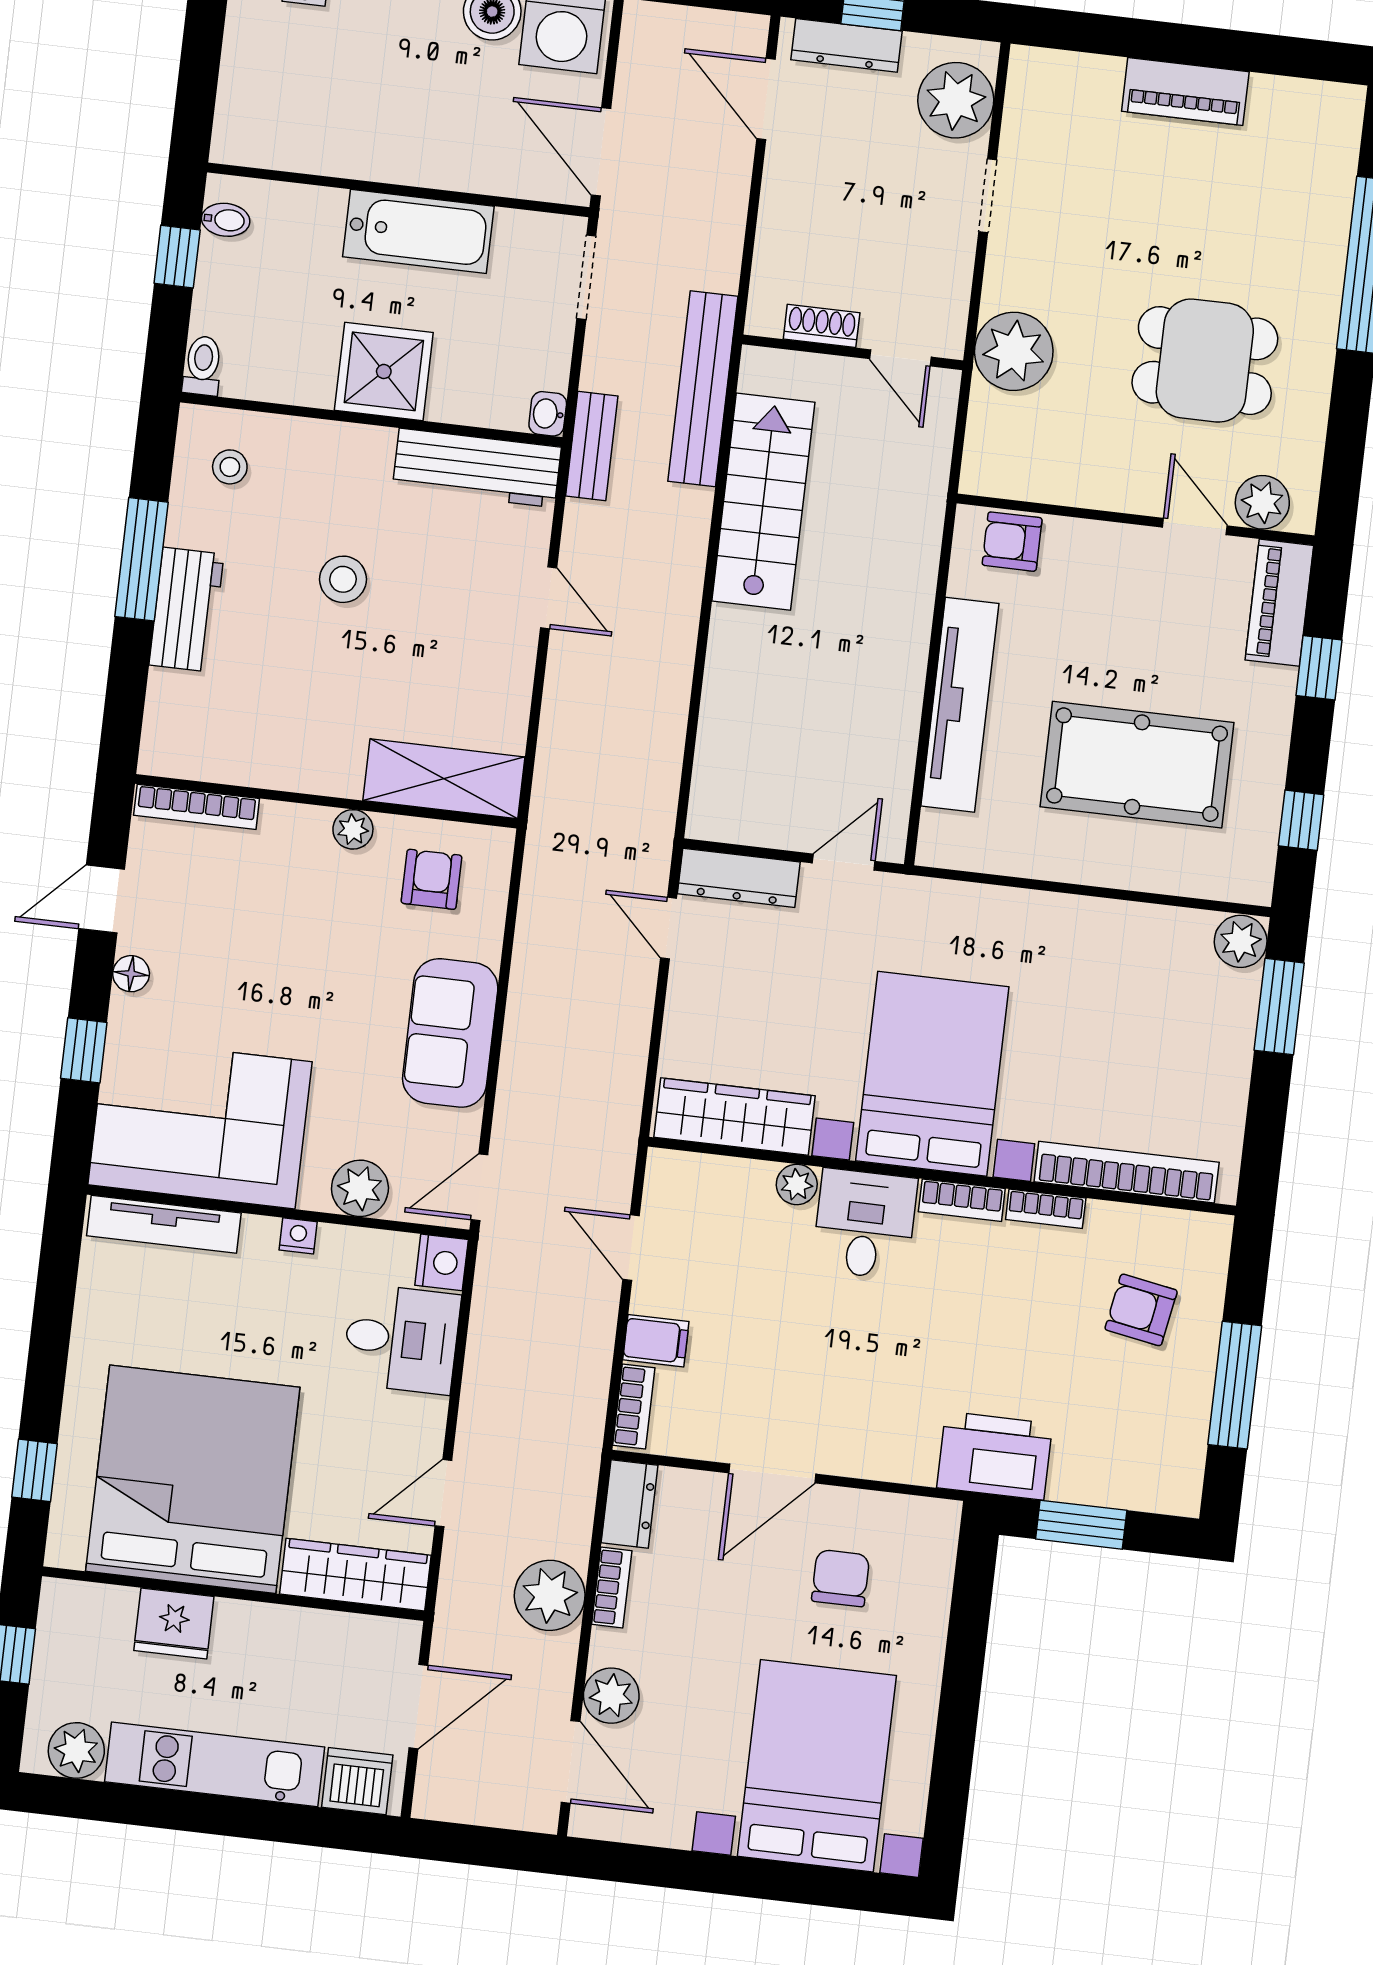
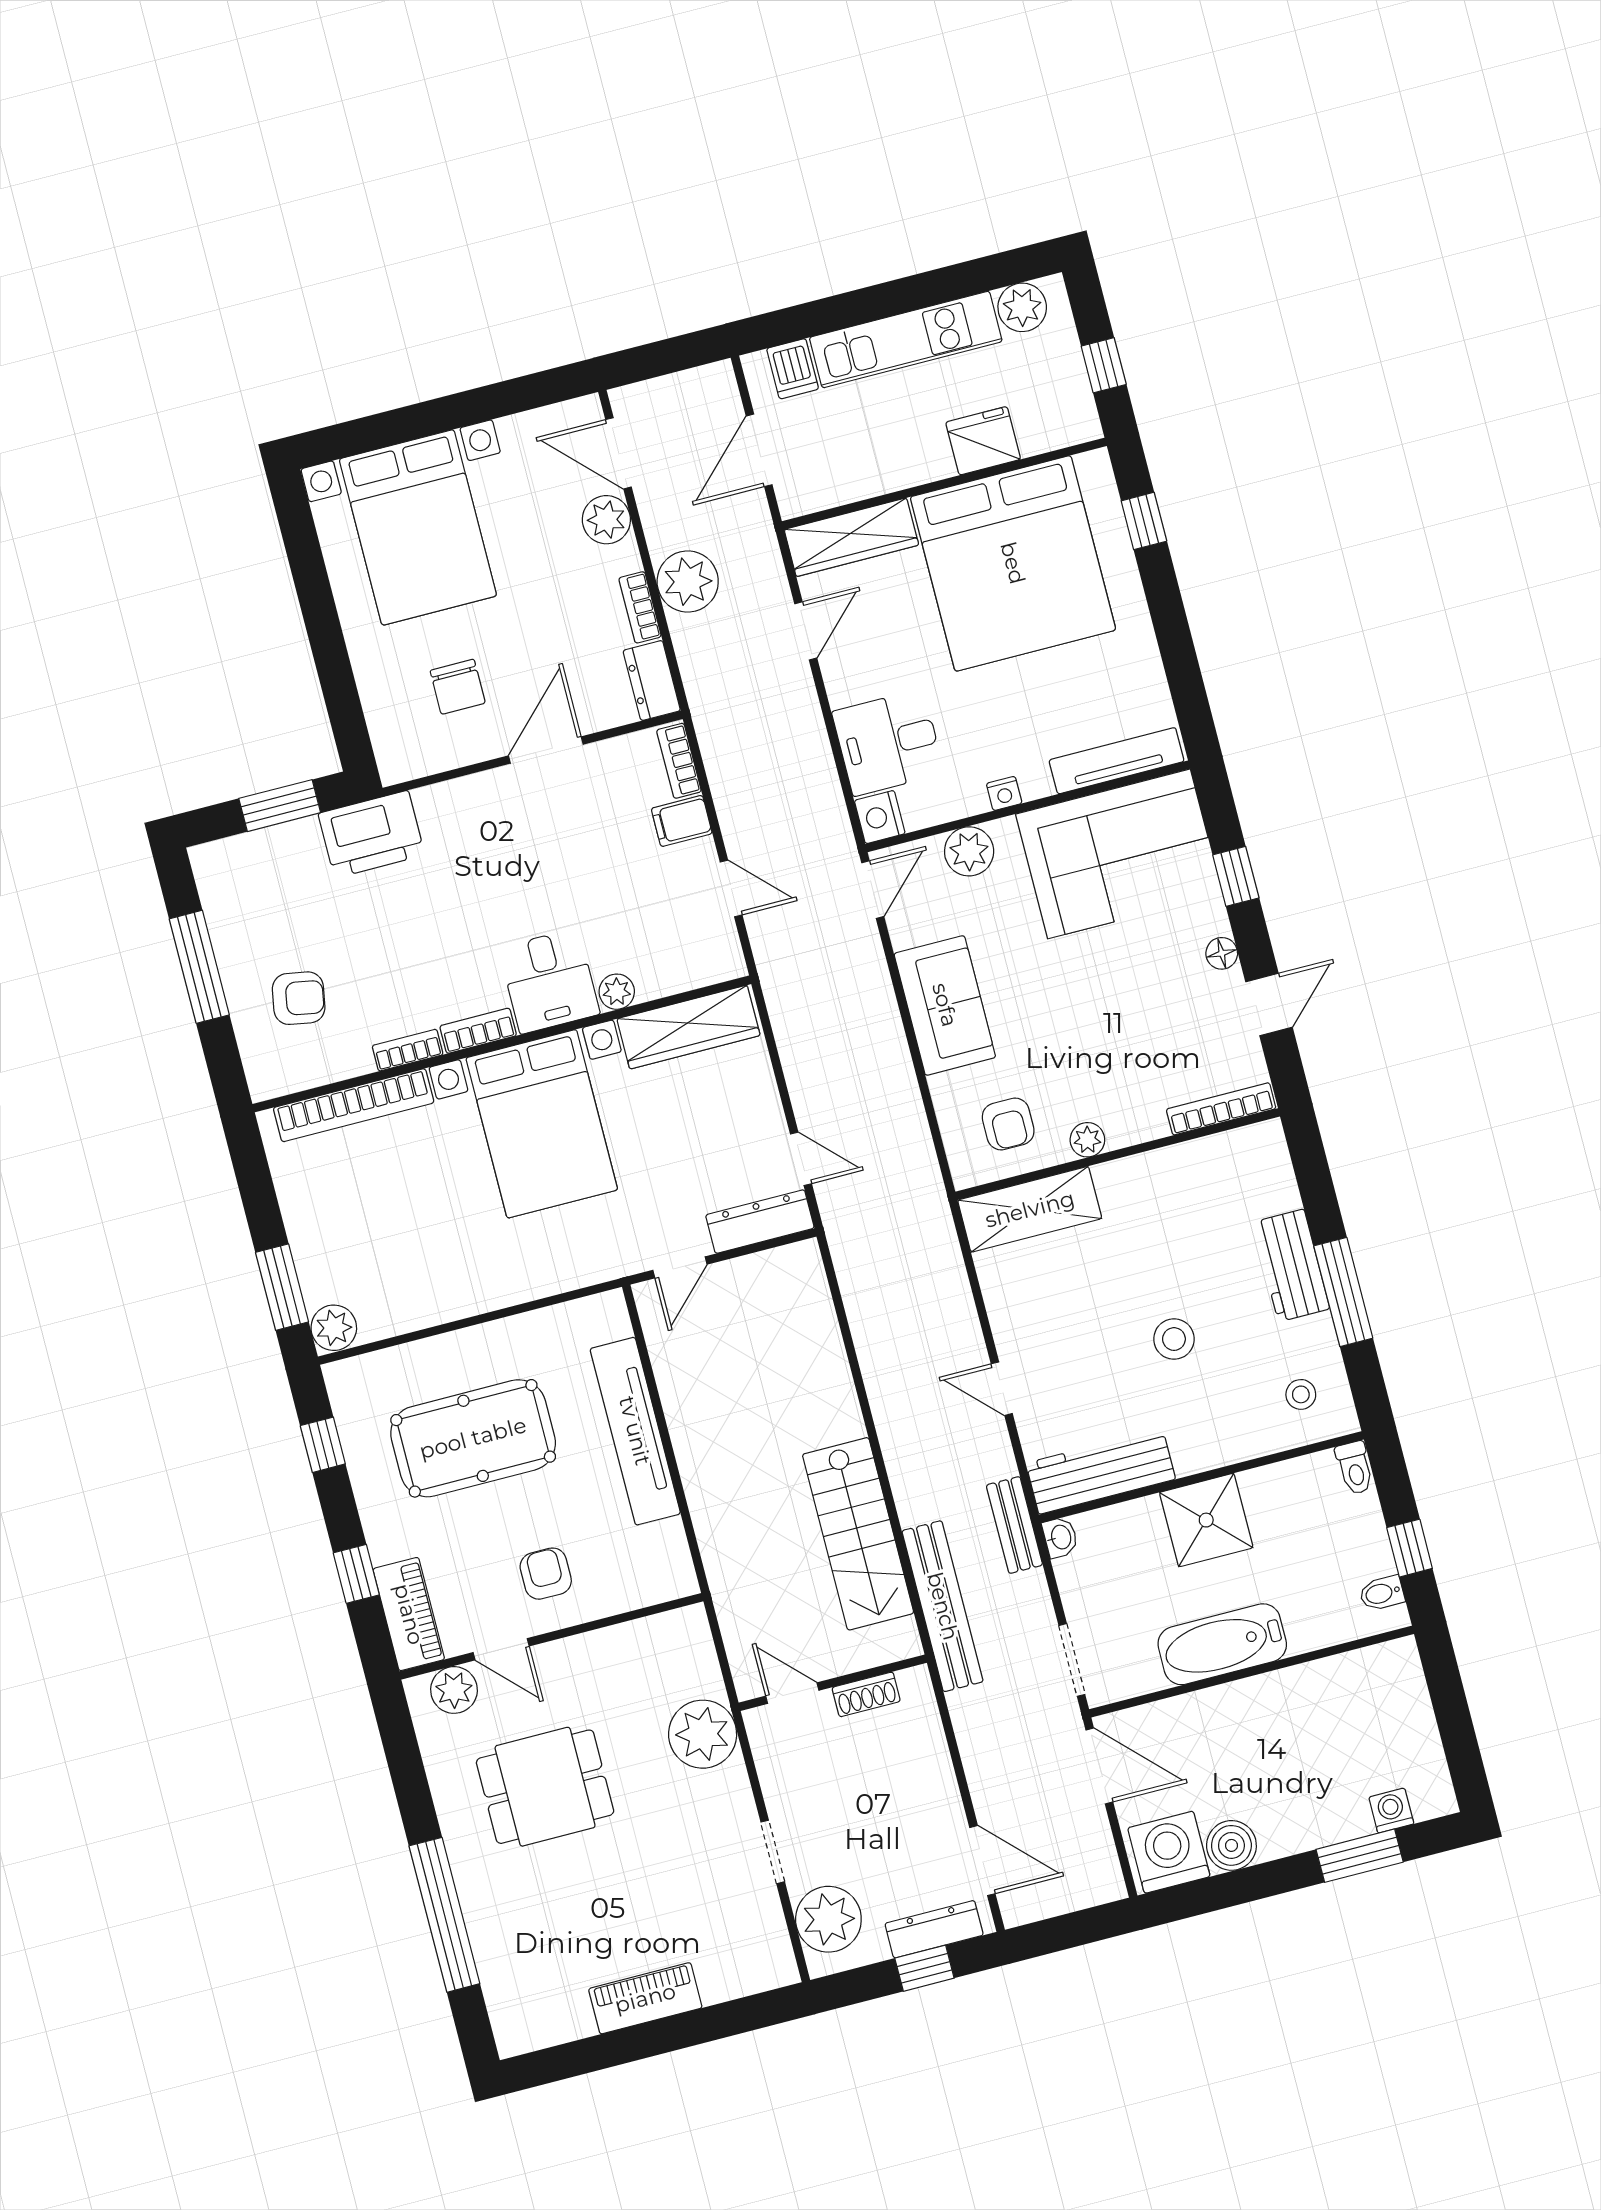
armchair: (1012, 542) -> (546, 1574), moved, turned -90
dishwasher: (357, 1781) -> (793, 369), width x0.73

